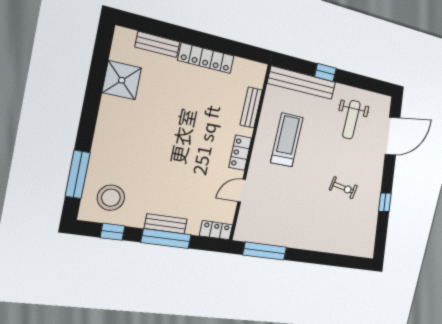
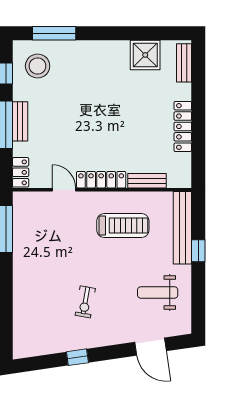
bench: (158, 44) -> (184, 63), moved
door: (392, 136) -> (151, 347), width x0.73
locker: (240, 153) -> (101, 180), width x1.53

